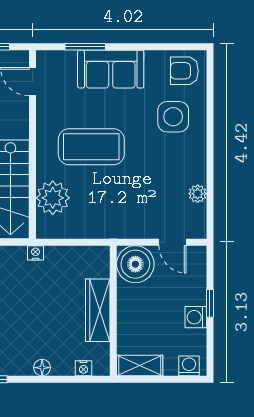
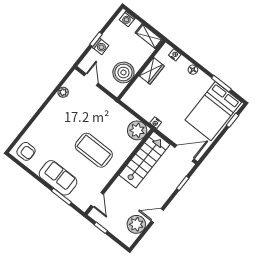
side table: (173, 117) -> (47, 135), removed
plant: (53, 198) -> (137, 130), moved
boiler: (135, 264) -> (123, 72), moved
wardrobe: (98, 310) -> (152, 71), width x0.67
washing machine: (196, 317) -> (101, 46), moved

